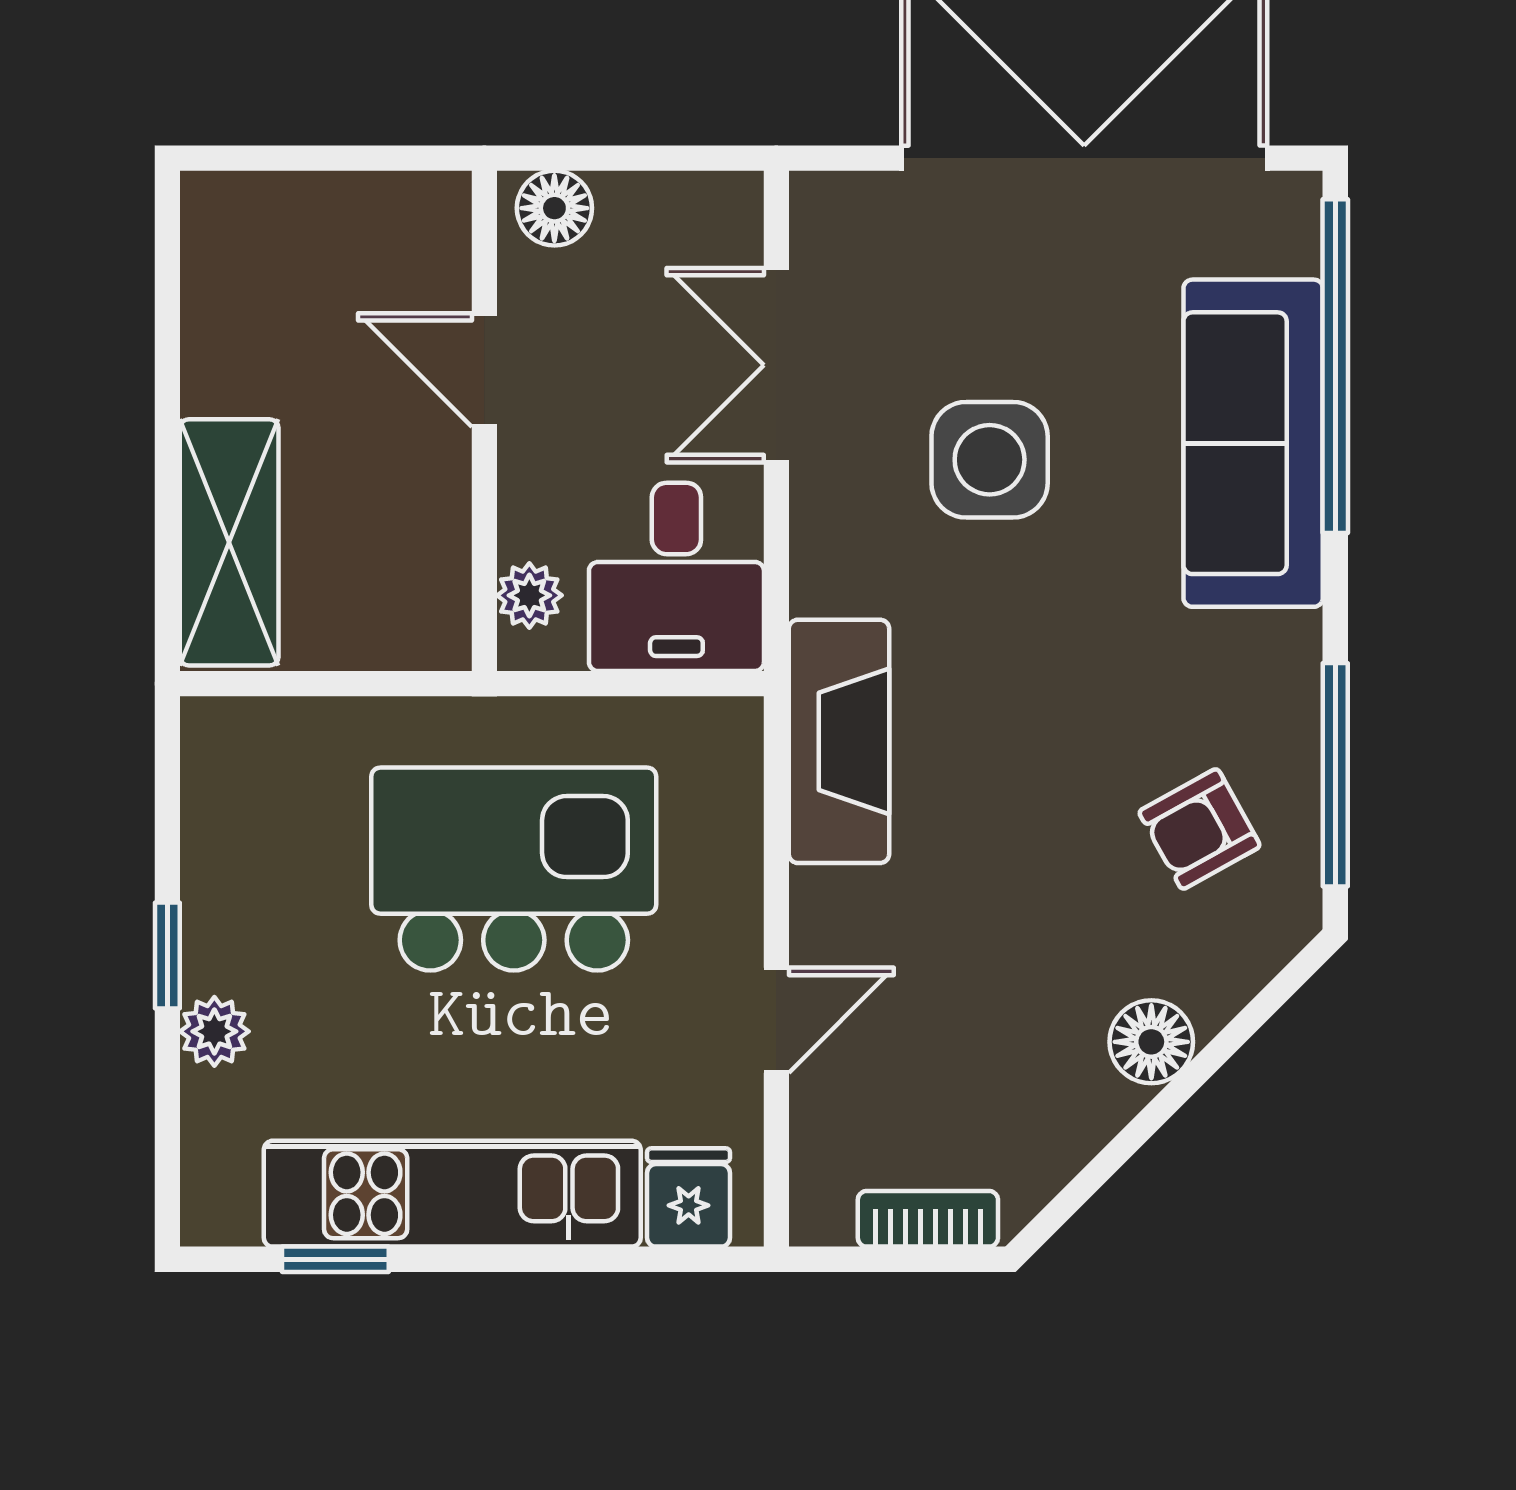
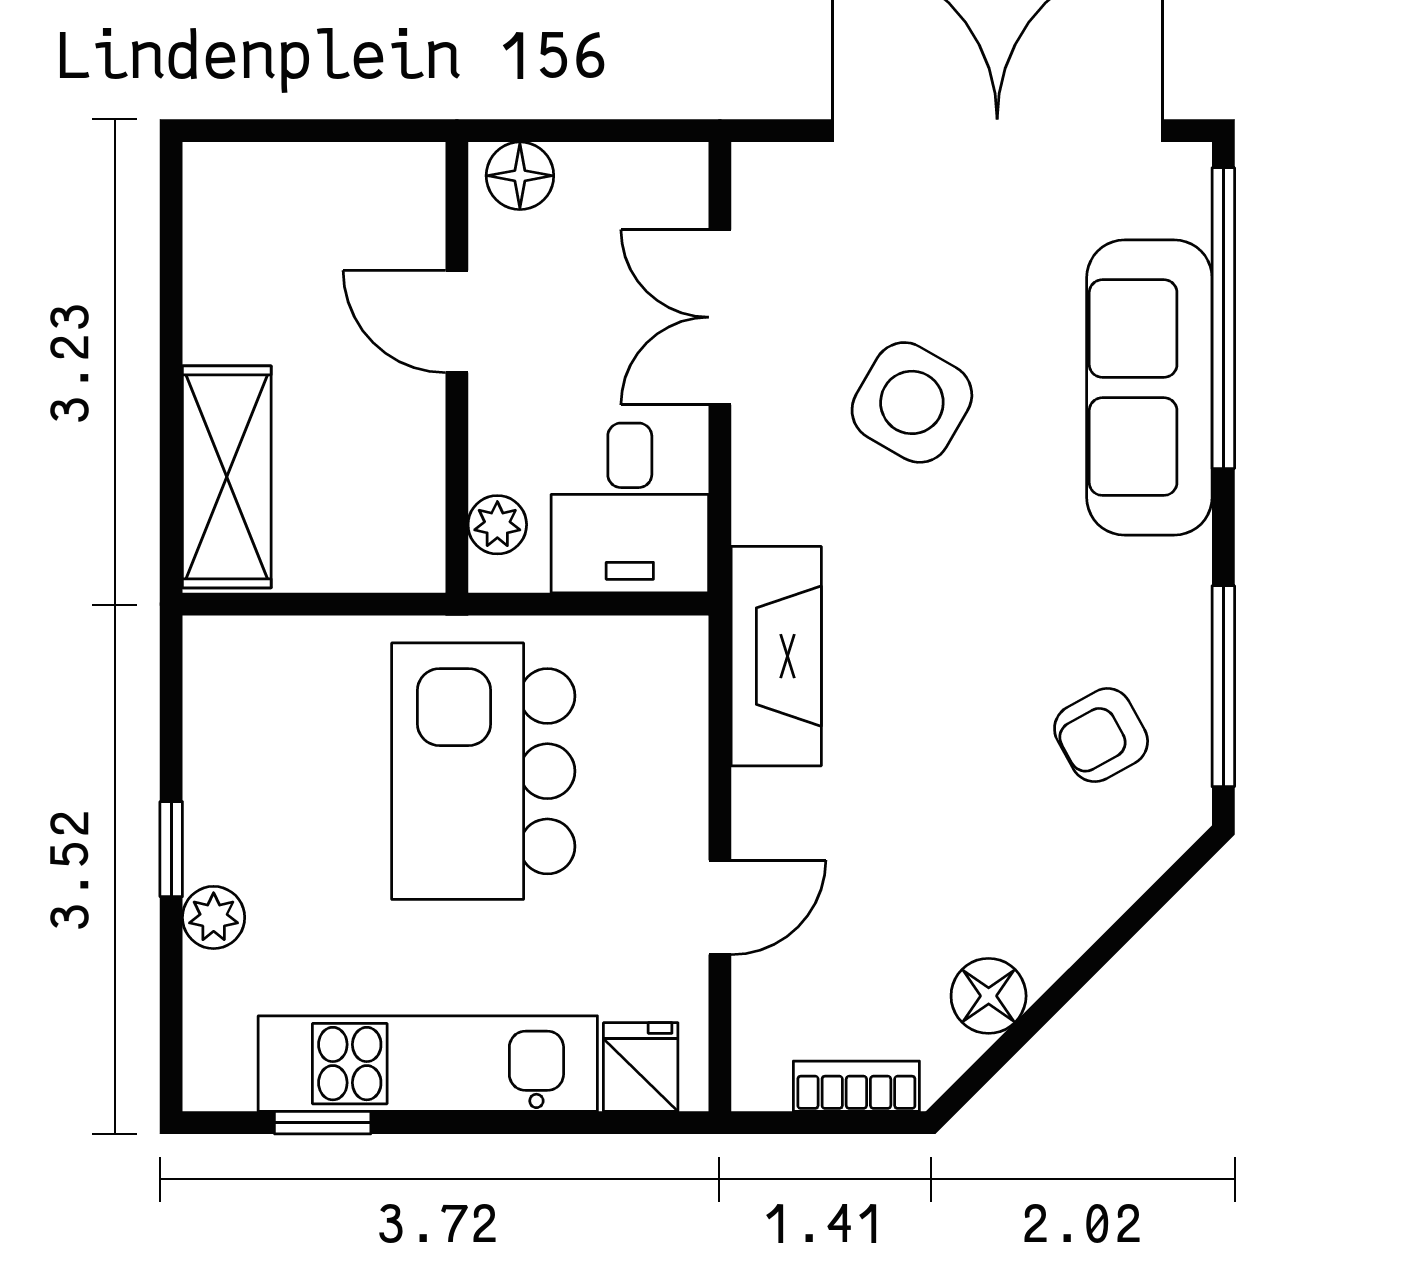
side table: (990, 460) -> (912, 402), turned 30
kitchen island: (514, 869) -> (483, 771), turned -90
floor lamp: (1151, 1042) -> (989, 996), moved

